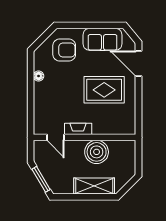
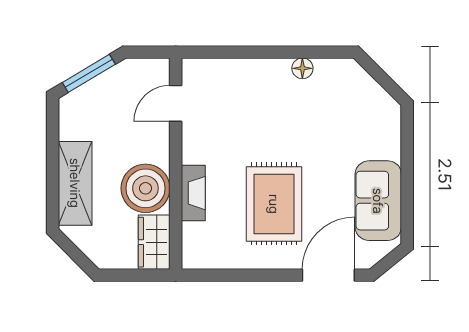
armchair: (64, 50) -> (356, 121), removed
fireplace: (78, 129) -> (193, 193), moved
wardrobe: (123, 148) -> (154, 242), added

